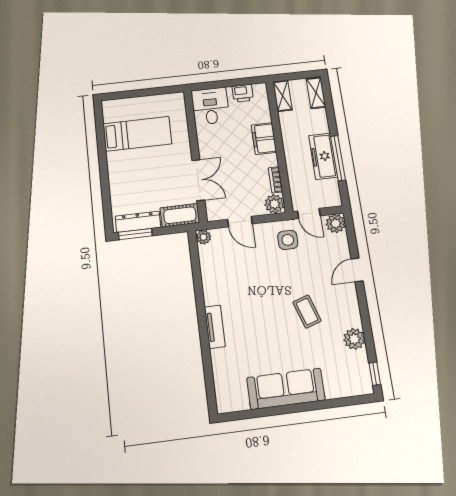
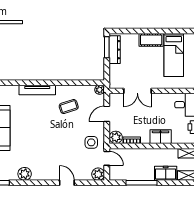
freezer: (323, 156) -> (166, 173), moved, width x0.71
door: (309, 213) -> (107, 158), swing flipped
cot: (180, 215) -> (151, 40), moved, turned 90
coffee table: (307, 312) -> (69, 107), moved
tv unit: (215, 327) -> (37, 90), width x1.41

